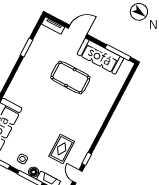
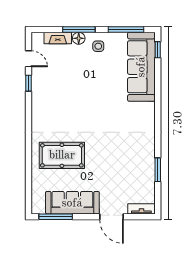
door: (78, 31) -> (111, 217), hinge flipped
pool table: (70, 78) -> (62, 155), moved
rug: (62, 149) -> (61, 80), removed

